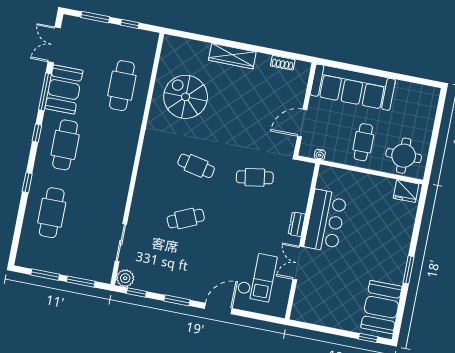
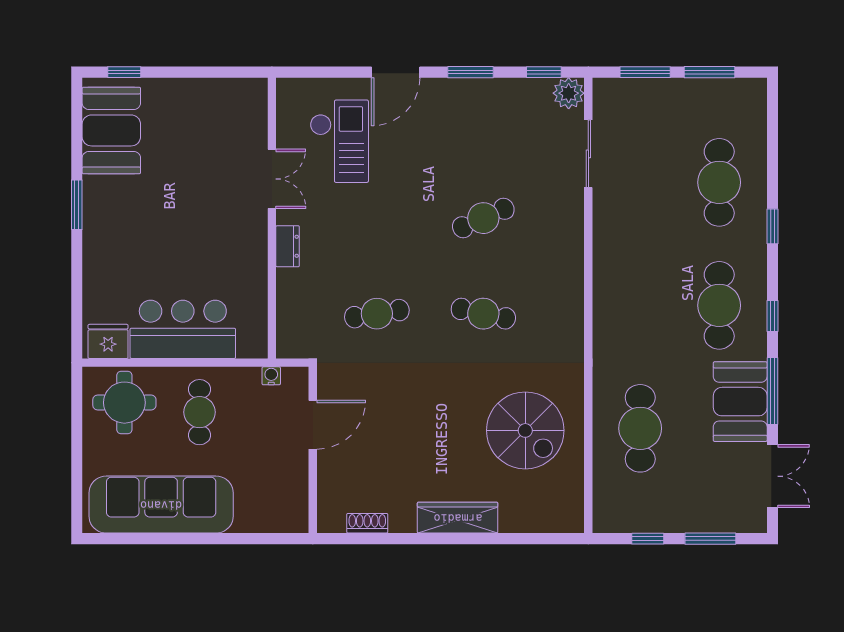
sofa: (353, 87) -> (161, 505), moved
bar counter: (325, 221) -> (183, 329), moved, turned 90
checkout: (257, 276) -> (339, 141), turned 180

